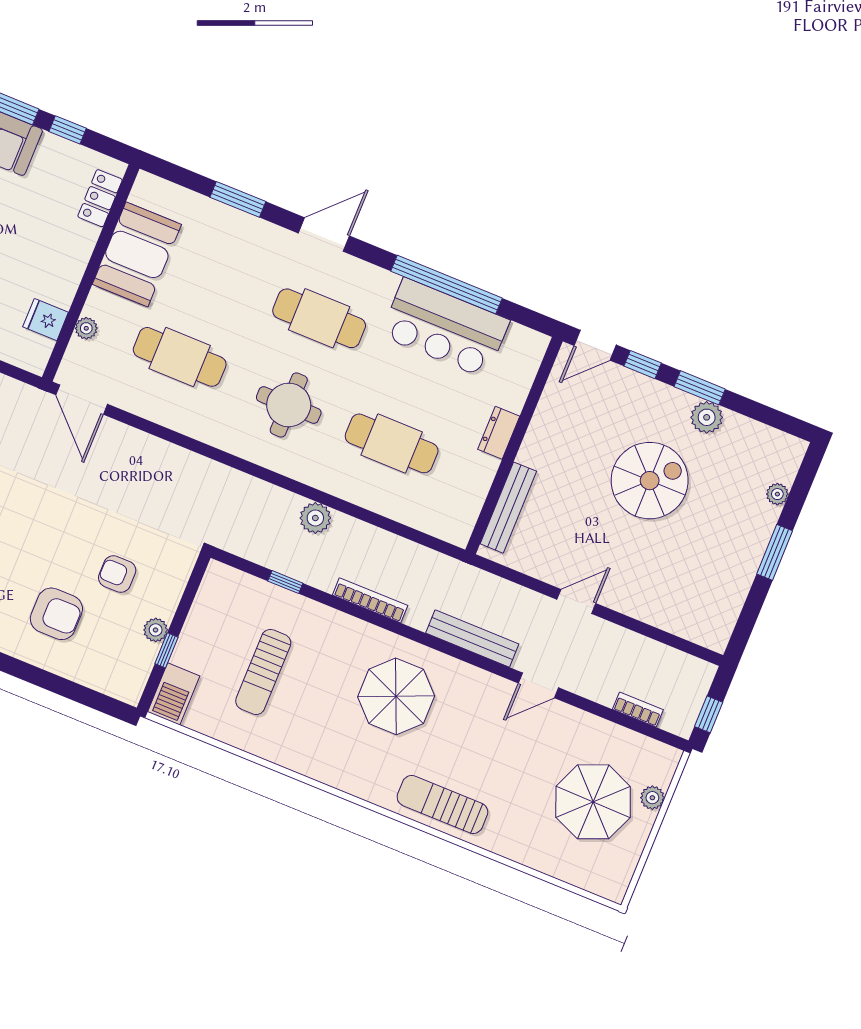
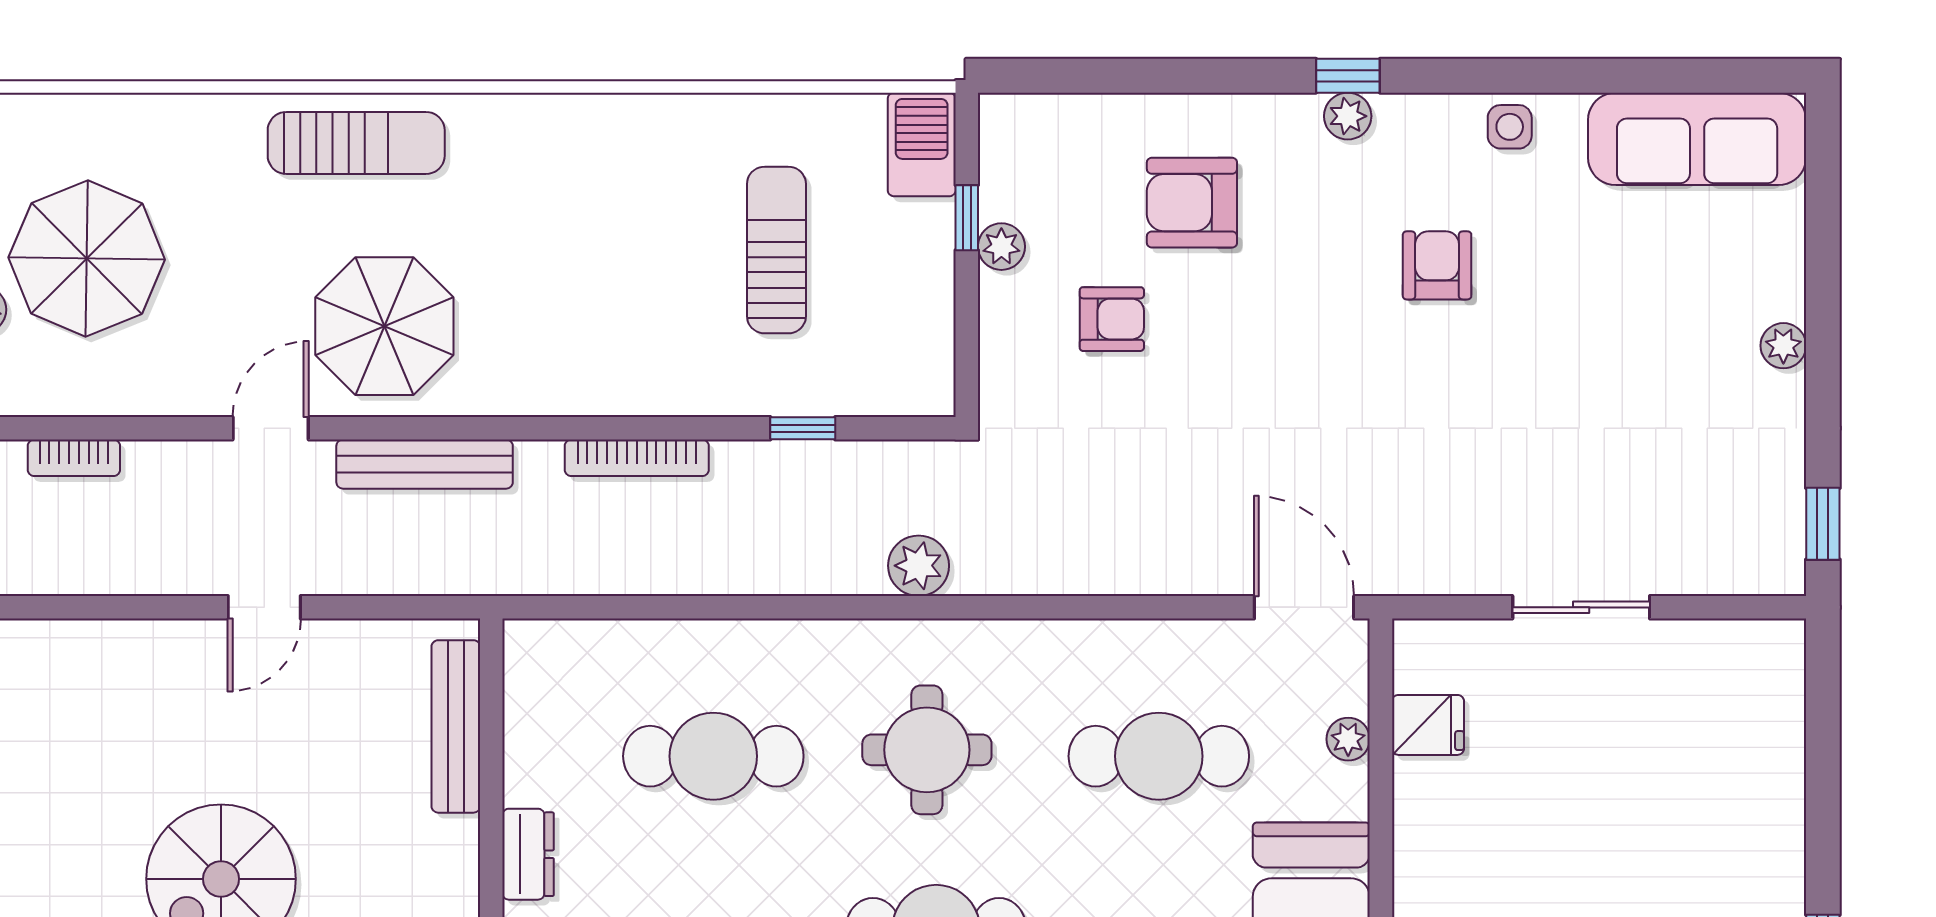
plant: (315, 518) -> (919, 566), moved
parasol: (396, 696) -> (384, 326), moved

